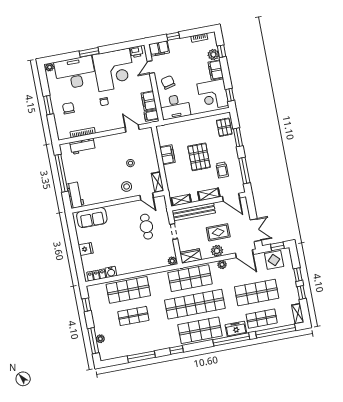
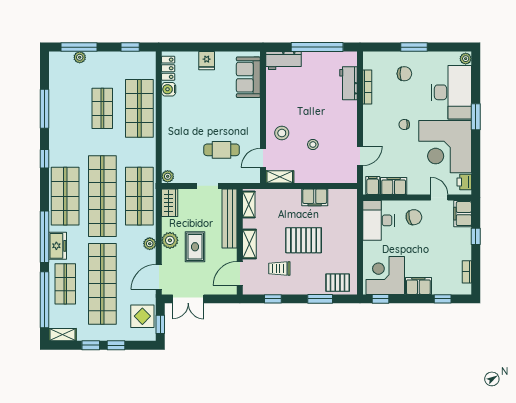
plant: (213, 55) -> (440, 287), removed
window: (244, 171) -> (273, 299), width x0.46
shop shelf: (257, 292) -> (102, 284), width x1.40

